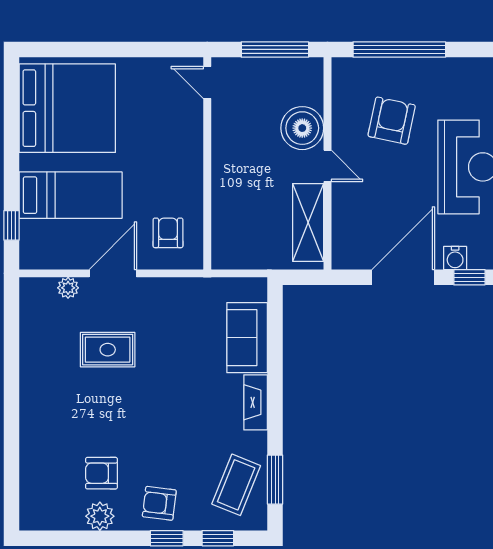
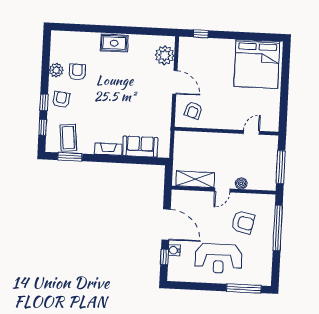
door: (207, 83) -> (251, 132), moved
boiler: (302, 128) -> (241, 183), width x0.54, depth x0.54
bed: (71, 195) -> (214, 64), removed
armchair: (168, 233) -> (193, 110), turned 108
plant: (68, 288) -> (165, 55), width x1.88, depth x1.88
rug: (108, 350) -> (114, 43), moved, turned 90
coffee table: (236, 485) -> (68, 138), turned 62

